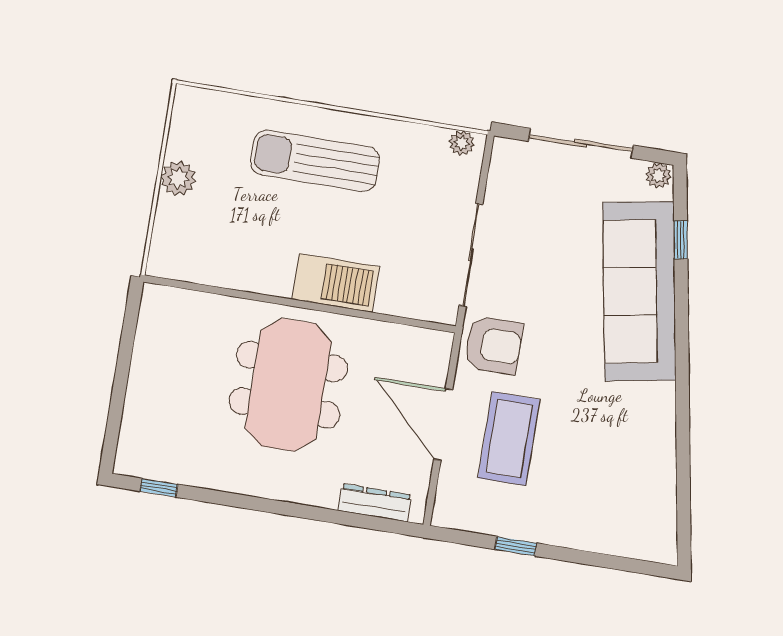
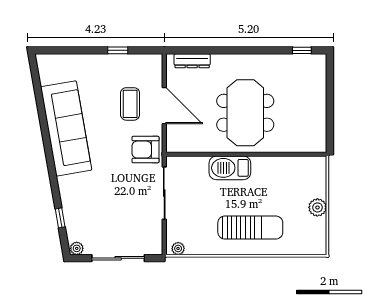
sofa: (639, 291) -> (66, 128), moved
coffee table: (509, 439) -> (130, 104), width x0.73, depth x0.76

